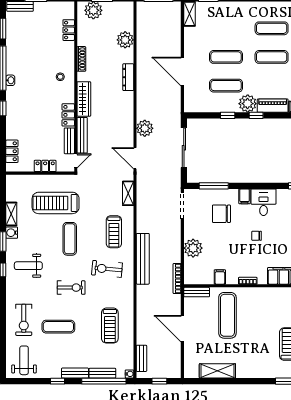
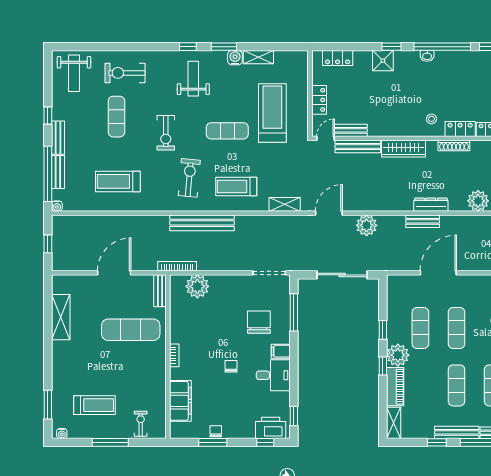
shower: (14, 115) -> (383, 61), added
locker: (68, 115) -> (460, 129), moved
door: (76, 161) -> (325, 138), swing flipped
plant: (193, 248) -> (197, 286), moved
filing cabinet: (220, 277) -> (179, 320), removed
bench: (141, 358) -> (423, 221), moved
weight bench: (24, 360) -> (74, 73), turned 90

